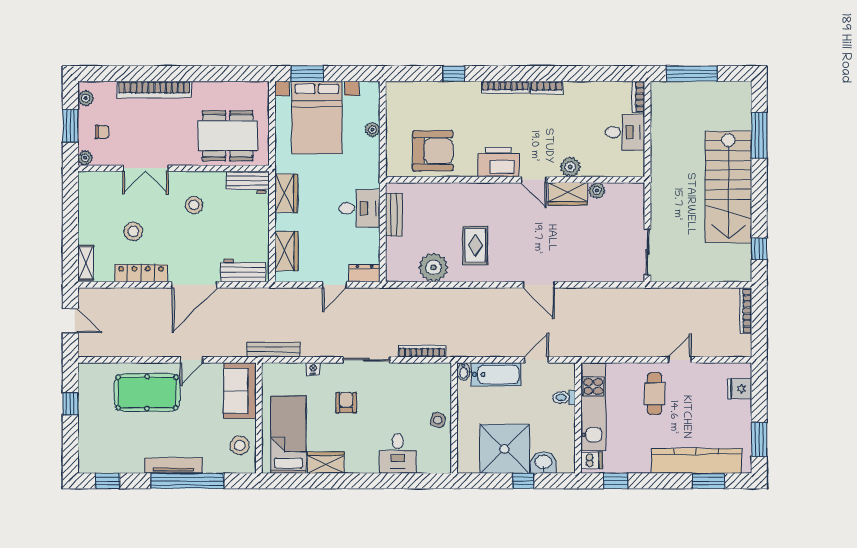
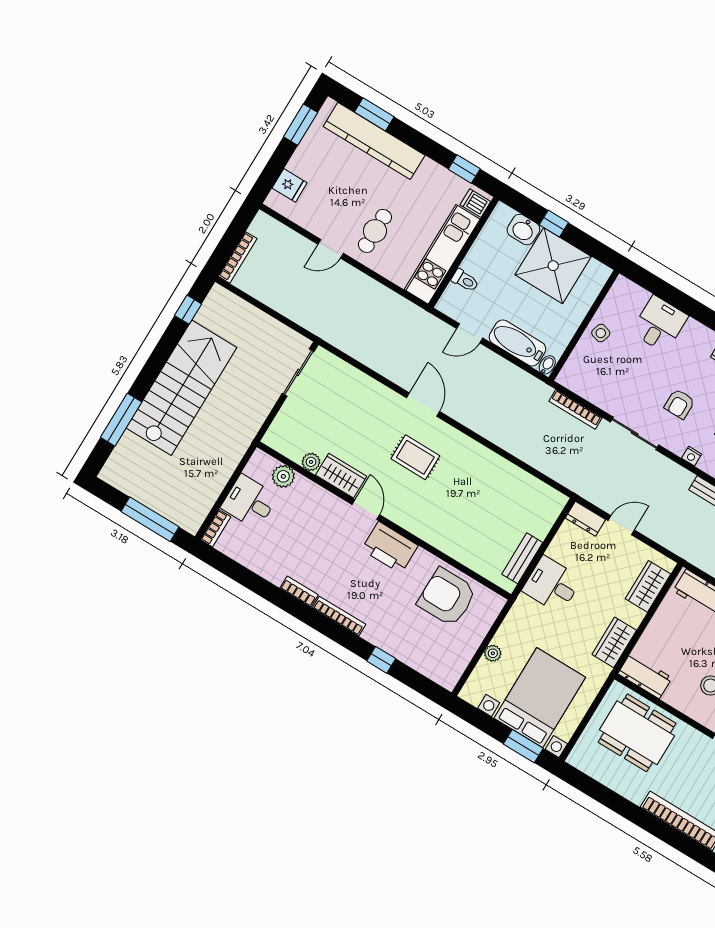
plant: (570, 167) -> (283, 476), moved
rug: (475, 246) -> (415, 457), moved, turned 90
plant: (434, 267) -> (515, 484), removed

